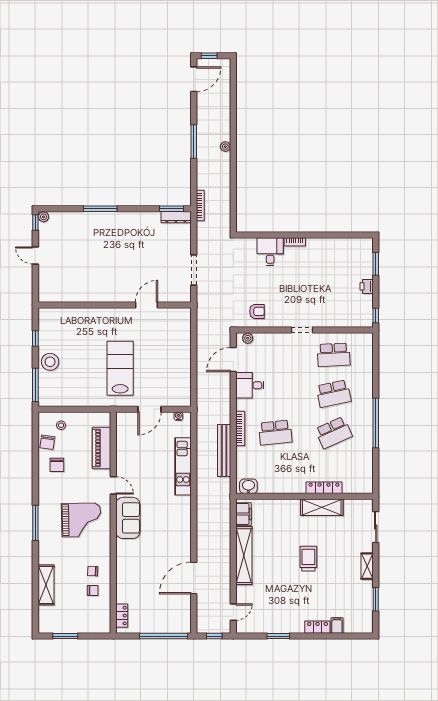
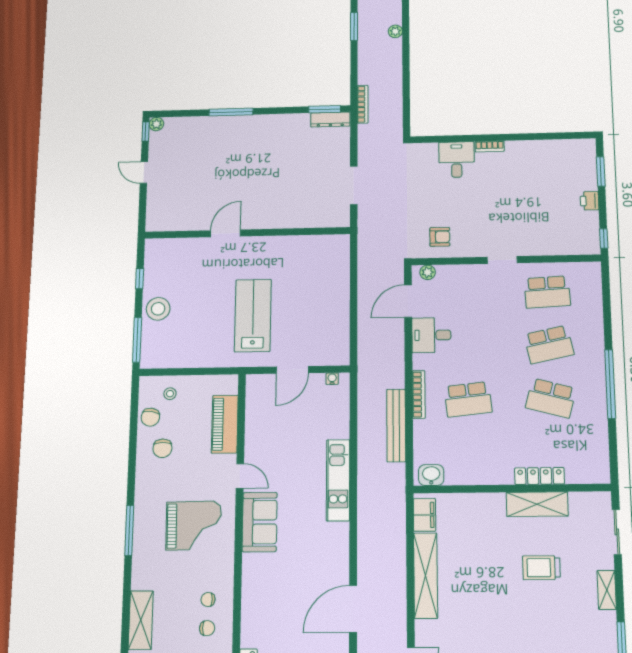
window: (194, 141) -> (354, 26), width x0.69
door: (147, 305) -> (225, 233), moved
school desk: (334, 433) -> (551, 398), turned 39
kitchen unit: (183, 466) -> (338, 480), moved
trolley: (308, 559) -> (541, 568), moved, turned -90

